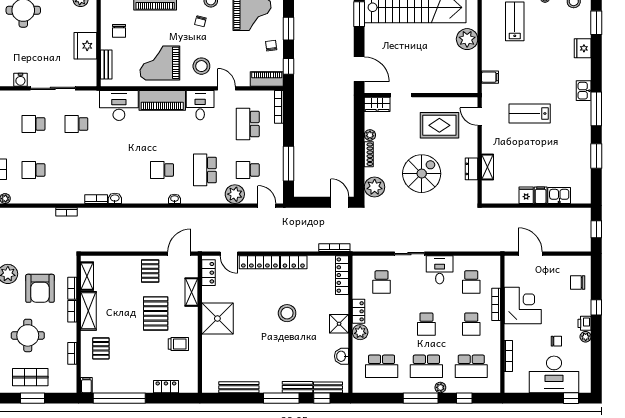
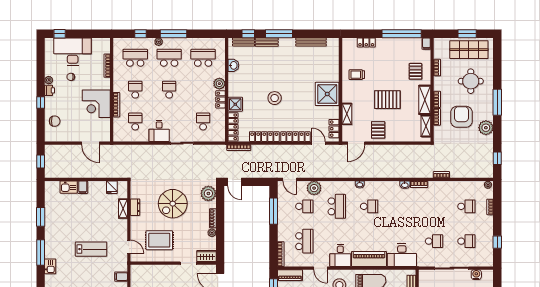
fridge: (526, 195) -> (112, 187), moved
locker: (294, 262) -> (264, 137), width x1.53
pallet: (156, 313) -> (387, 100), moved, turned 90
shower: (339, 324) -> (235, 104), moved
shop shelf: (30, 377) -> (469, 50), width x1.43, depth x1.36

